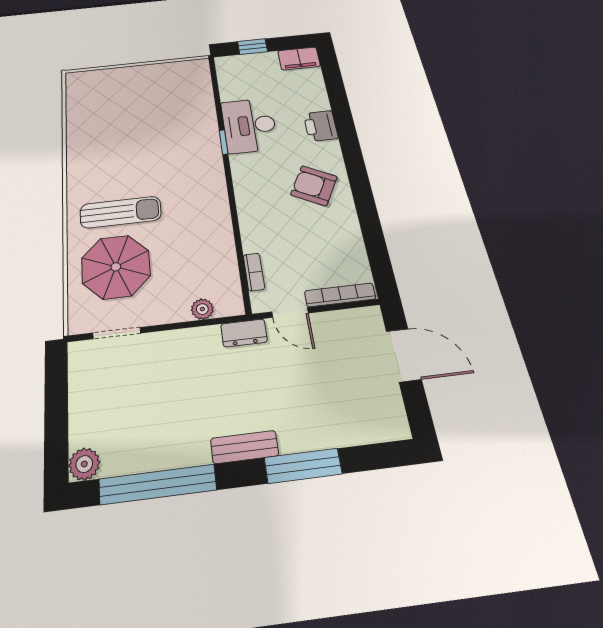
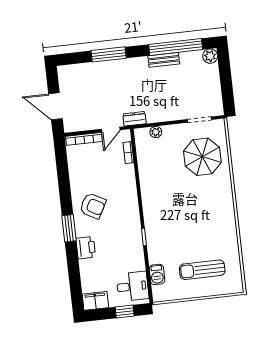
barbecue: (202, 93) -> (157, 274), added
desk: (249, 125) -> (133, 286), moved, width x0.73
window: (352, 152) -> (69, 228), added
sun lounger: (121, 212) -> (202, 270), moved
door: (290, 312) -> (111, 130), swing flipped
bench: (244, 447) -> (164, 60), moved

